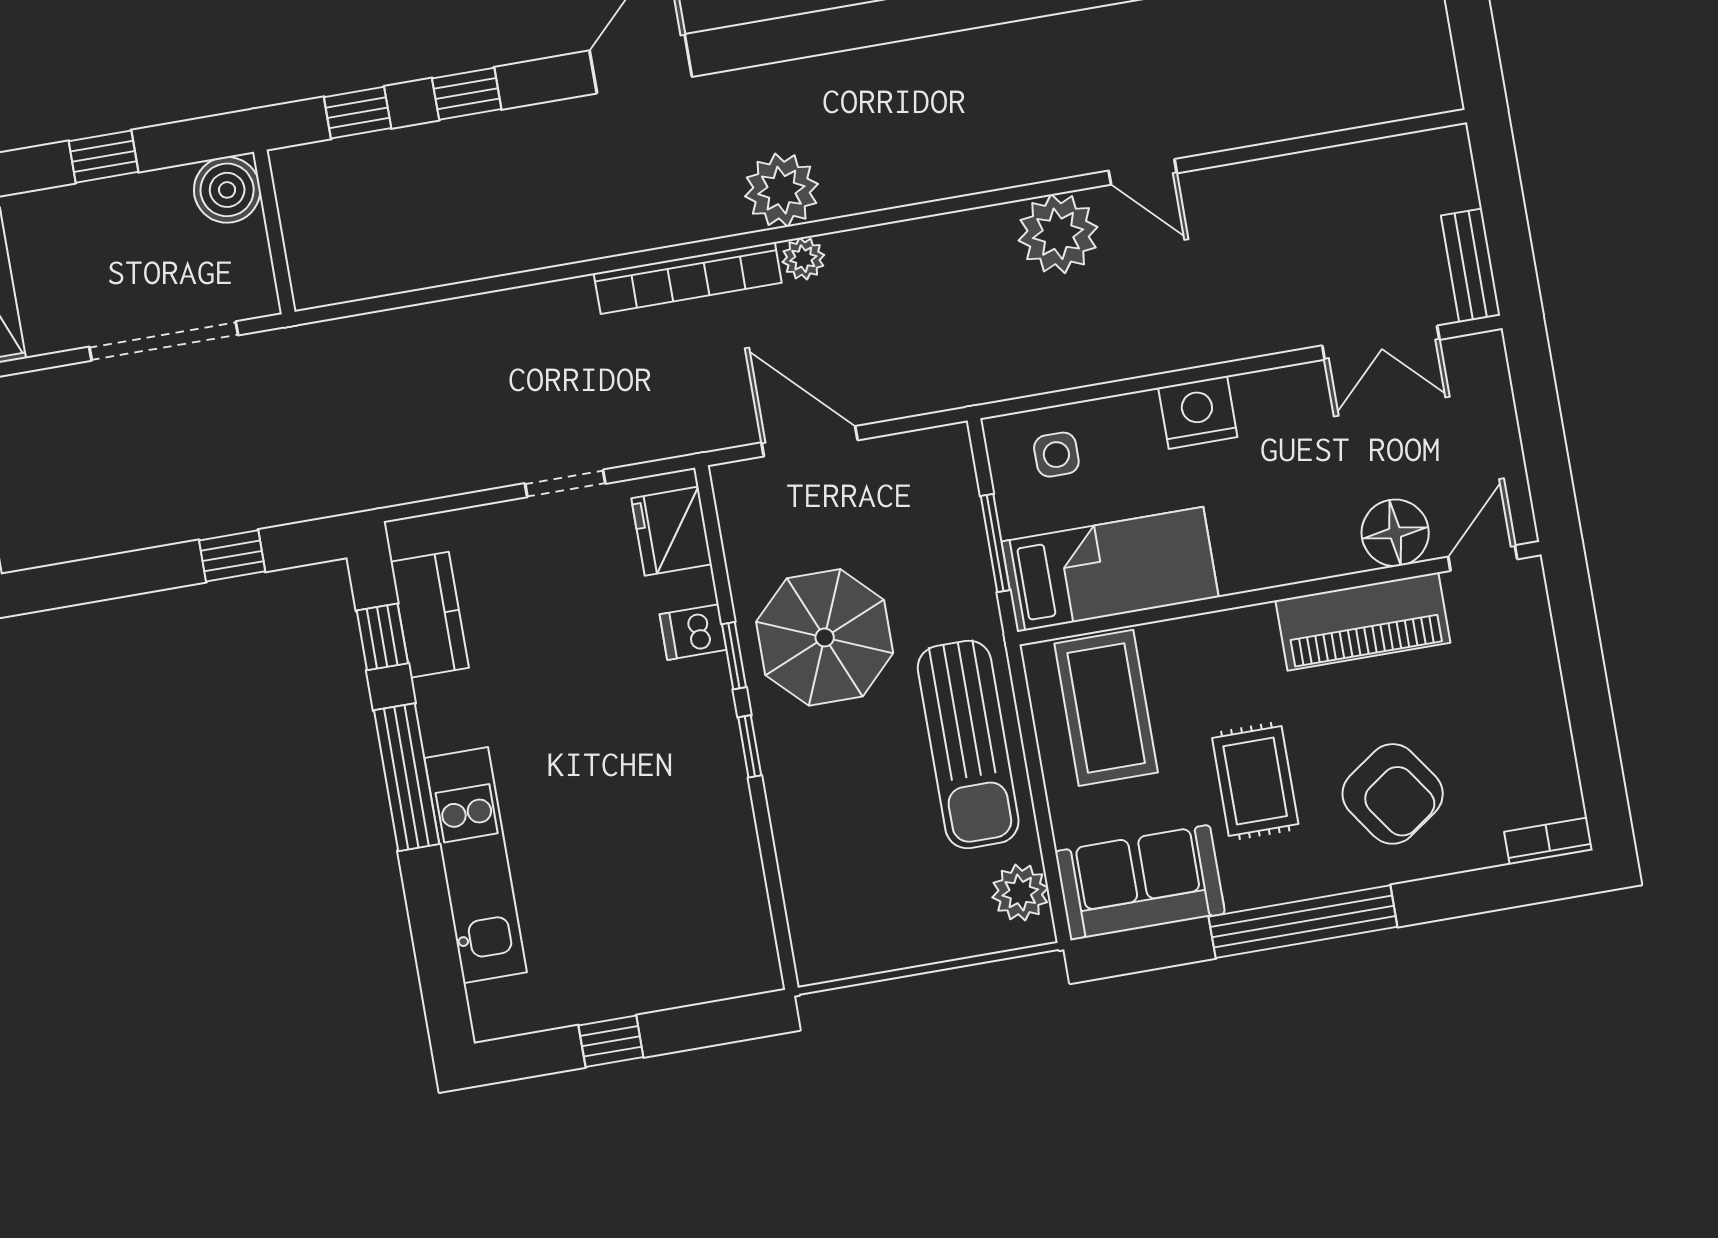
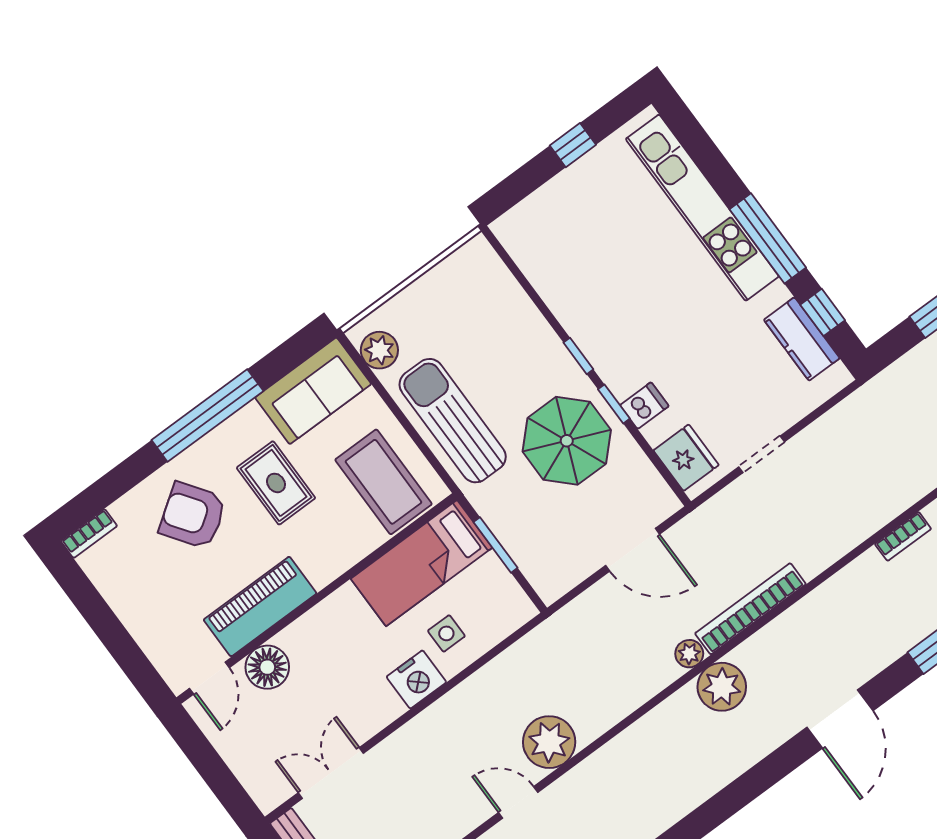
bookcase: (427, 272) -> (903, 536), added
side table: (1056, 455) -> (446, 633), moved
kitchen unit: (476, 865) -> (702, 208), width x1.36

